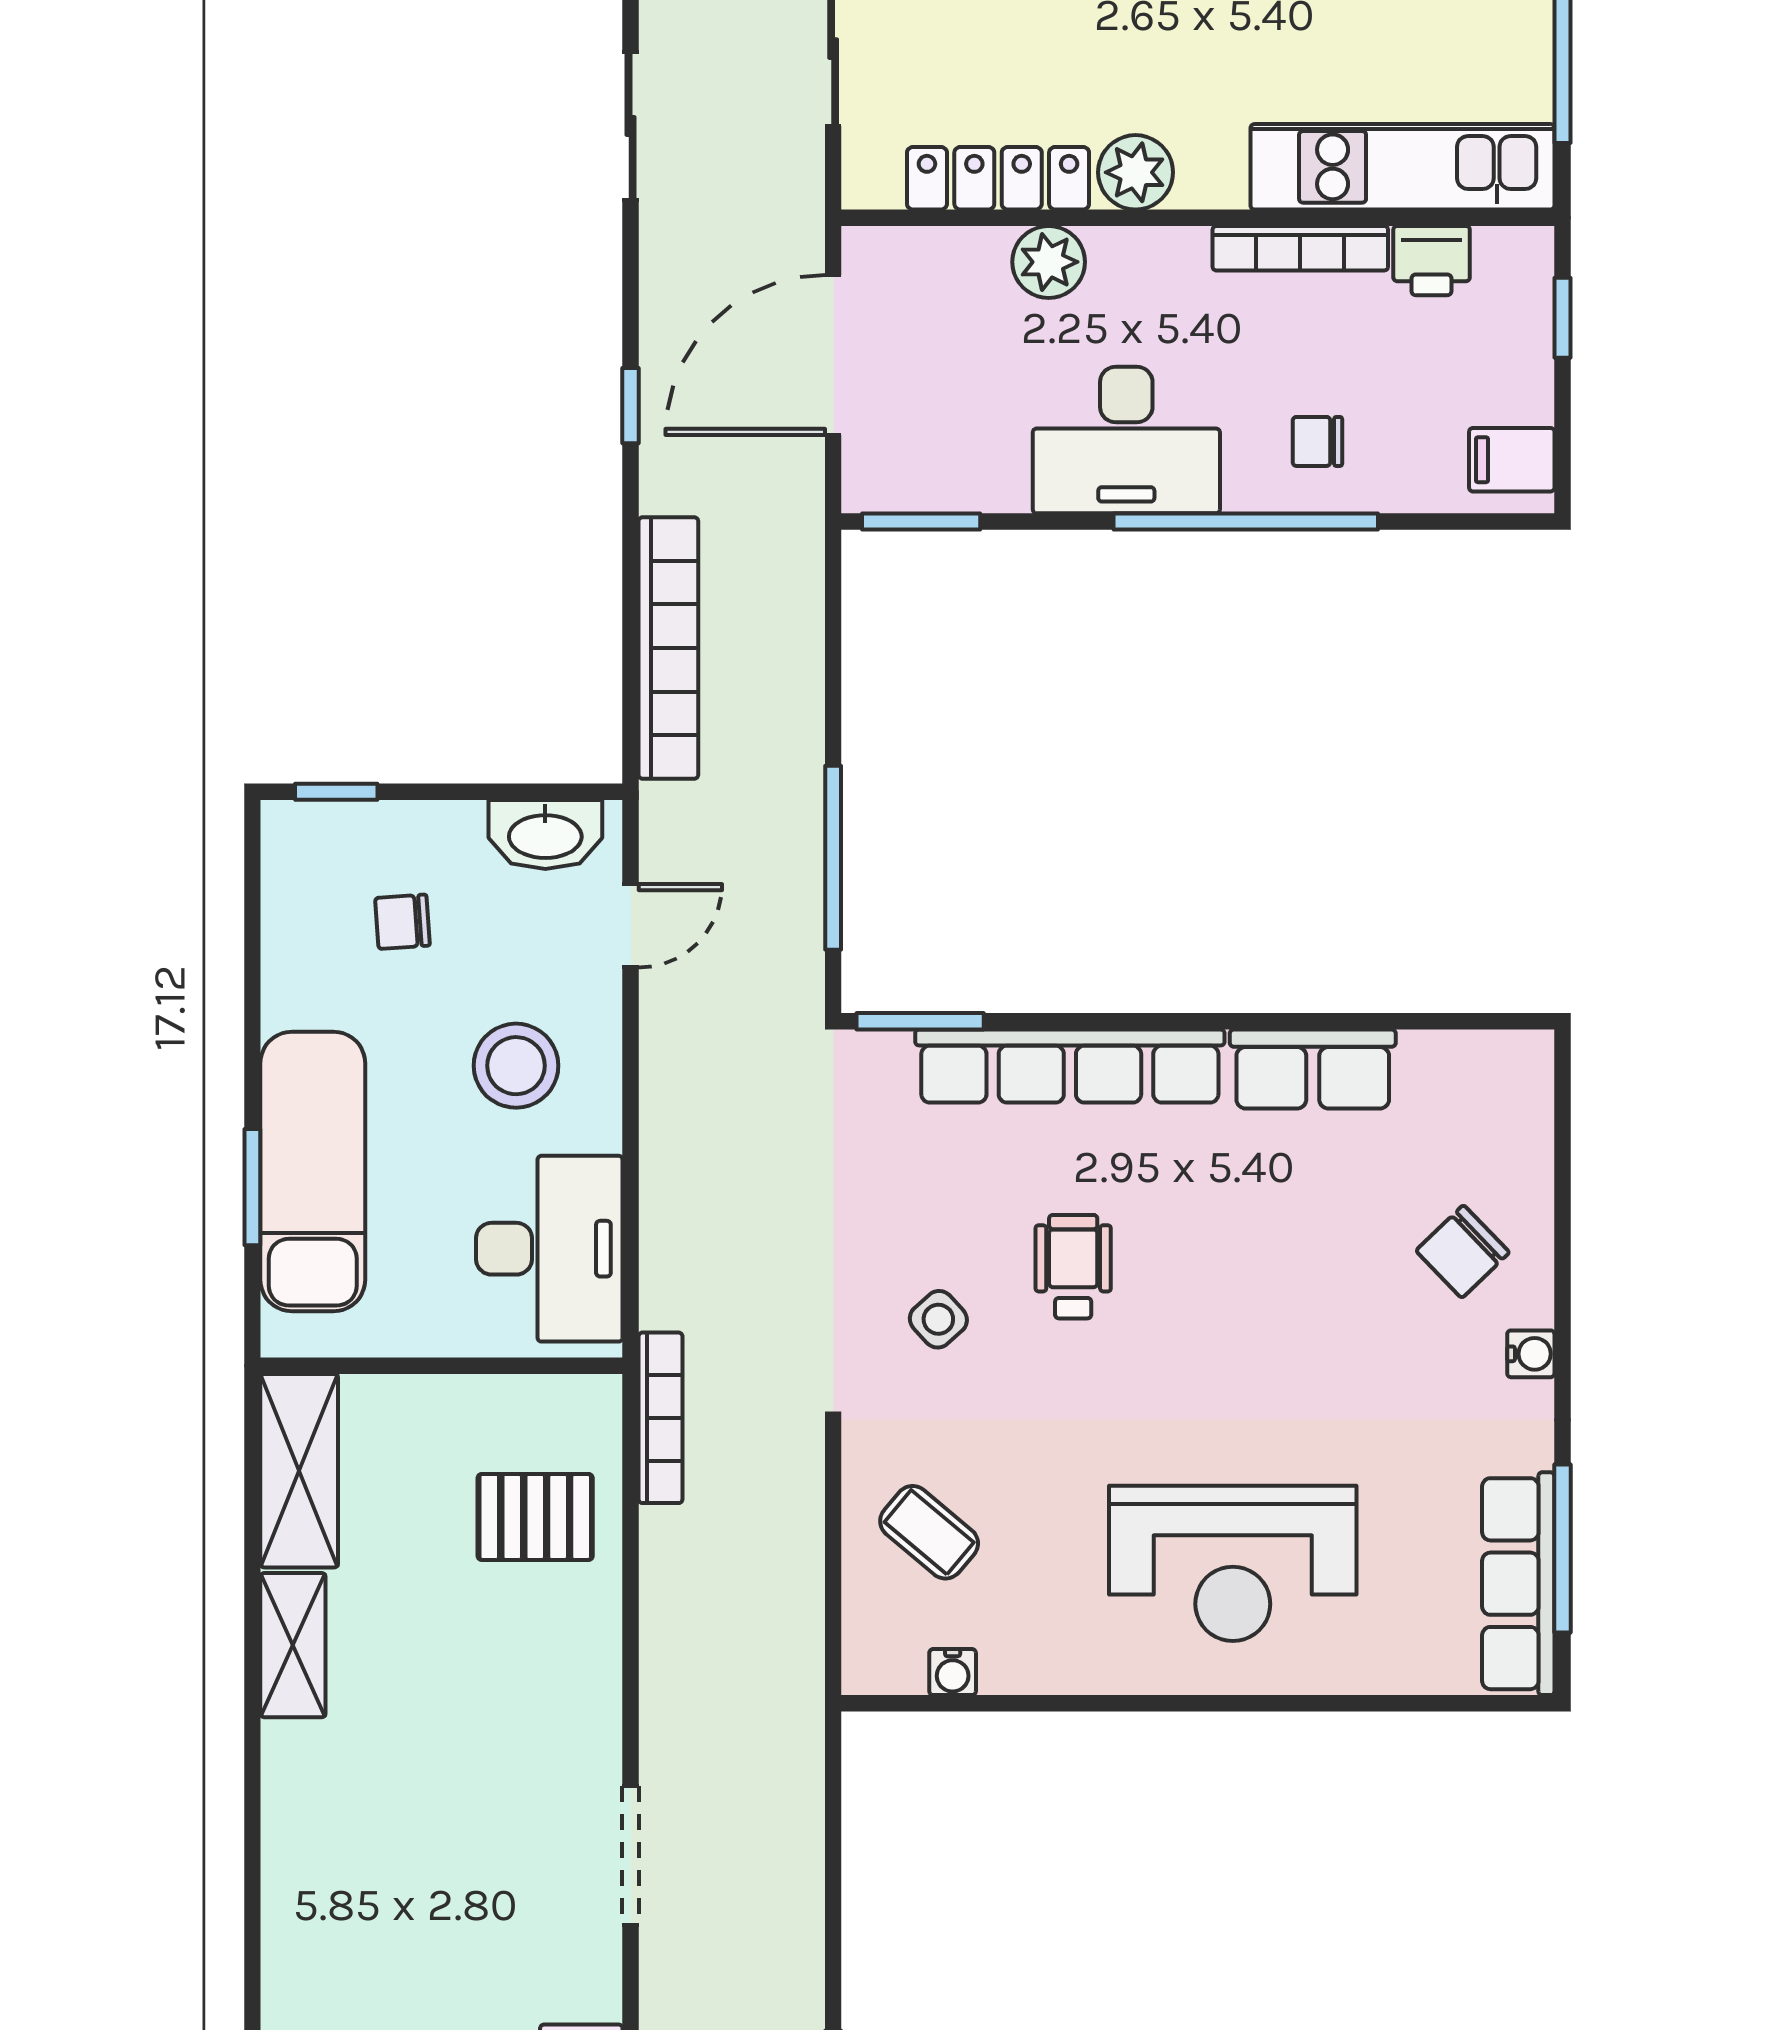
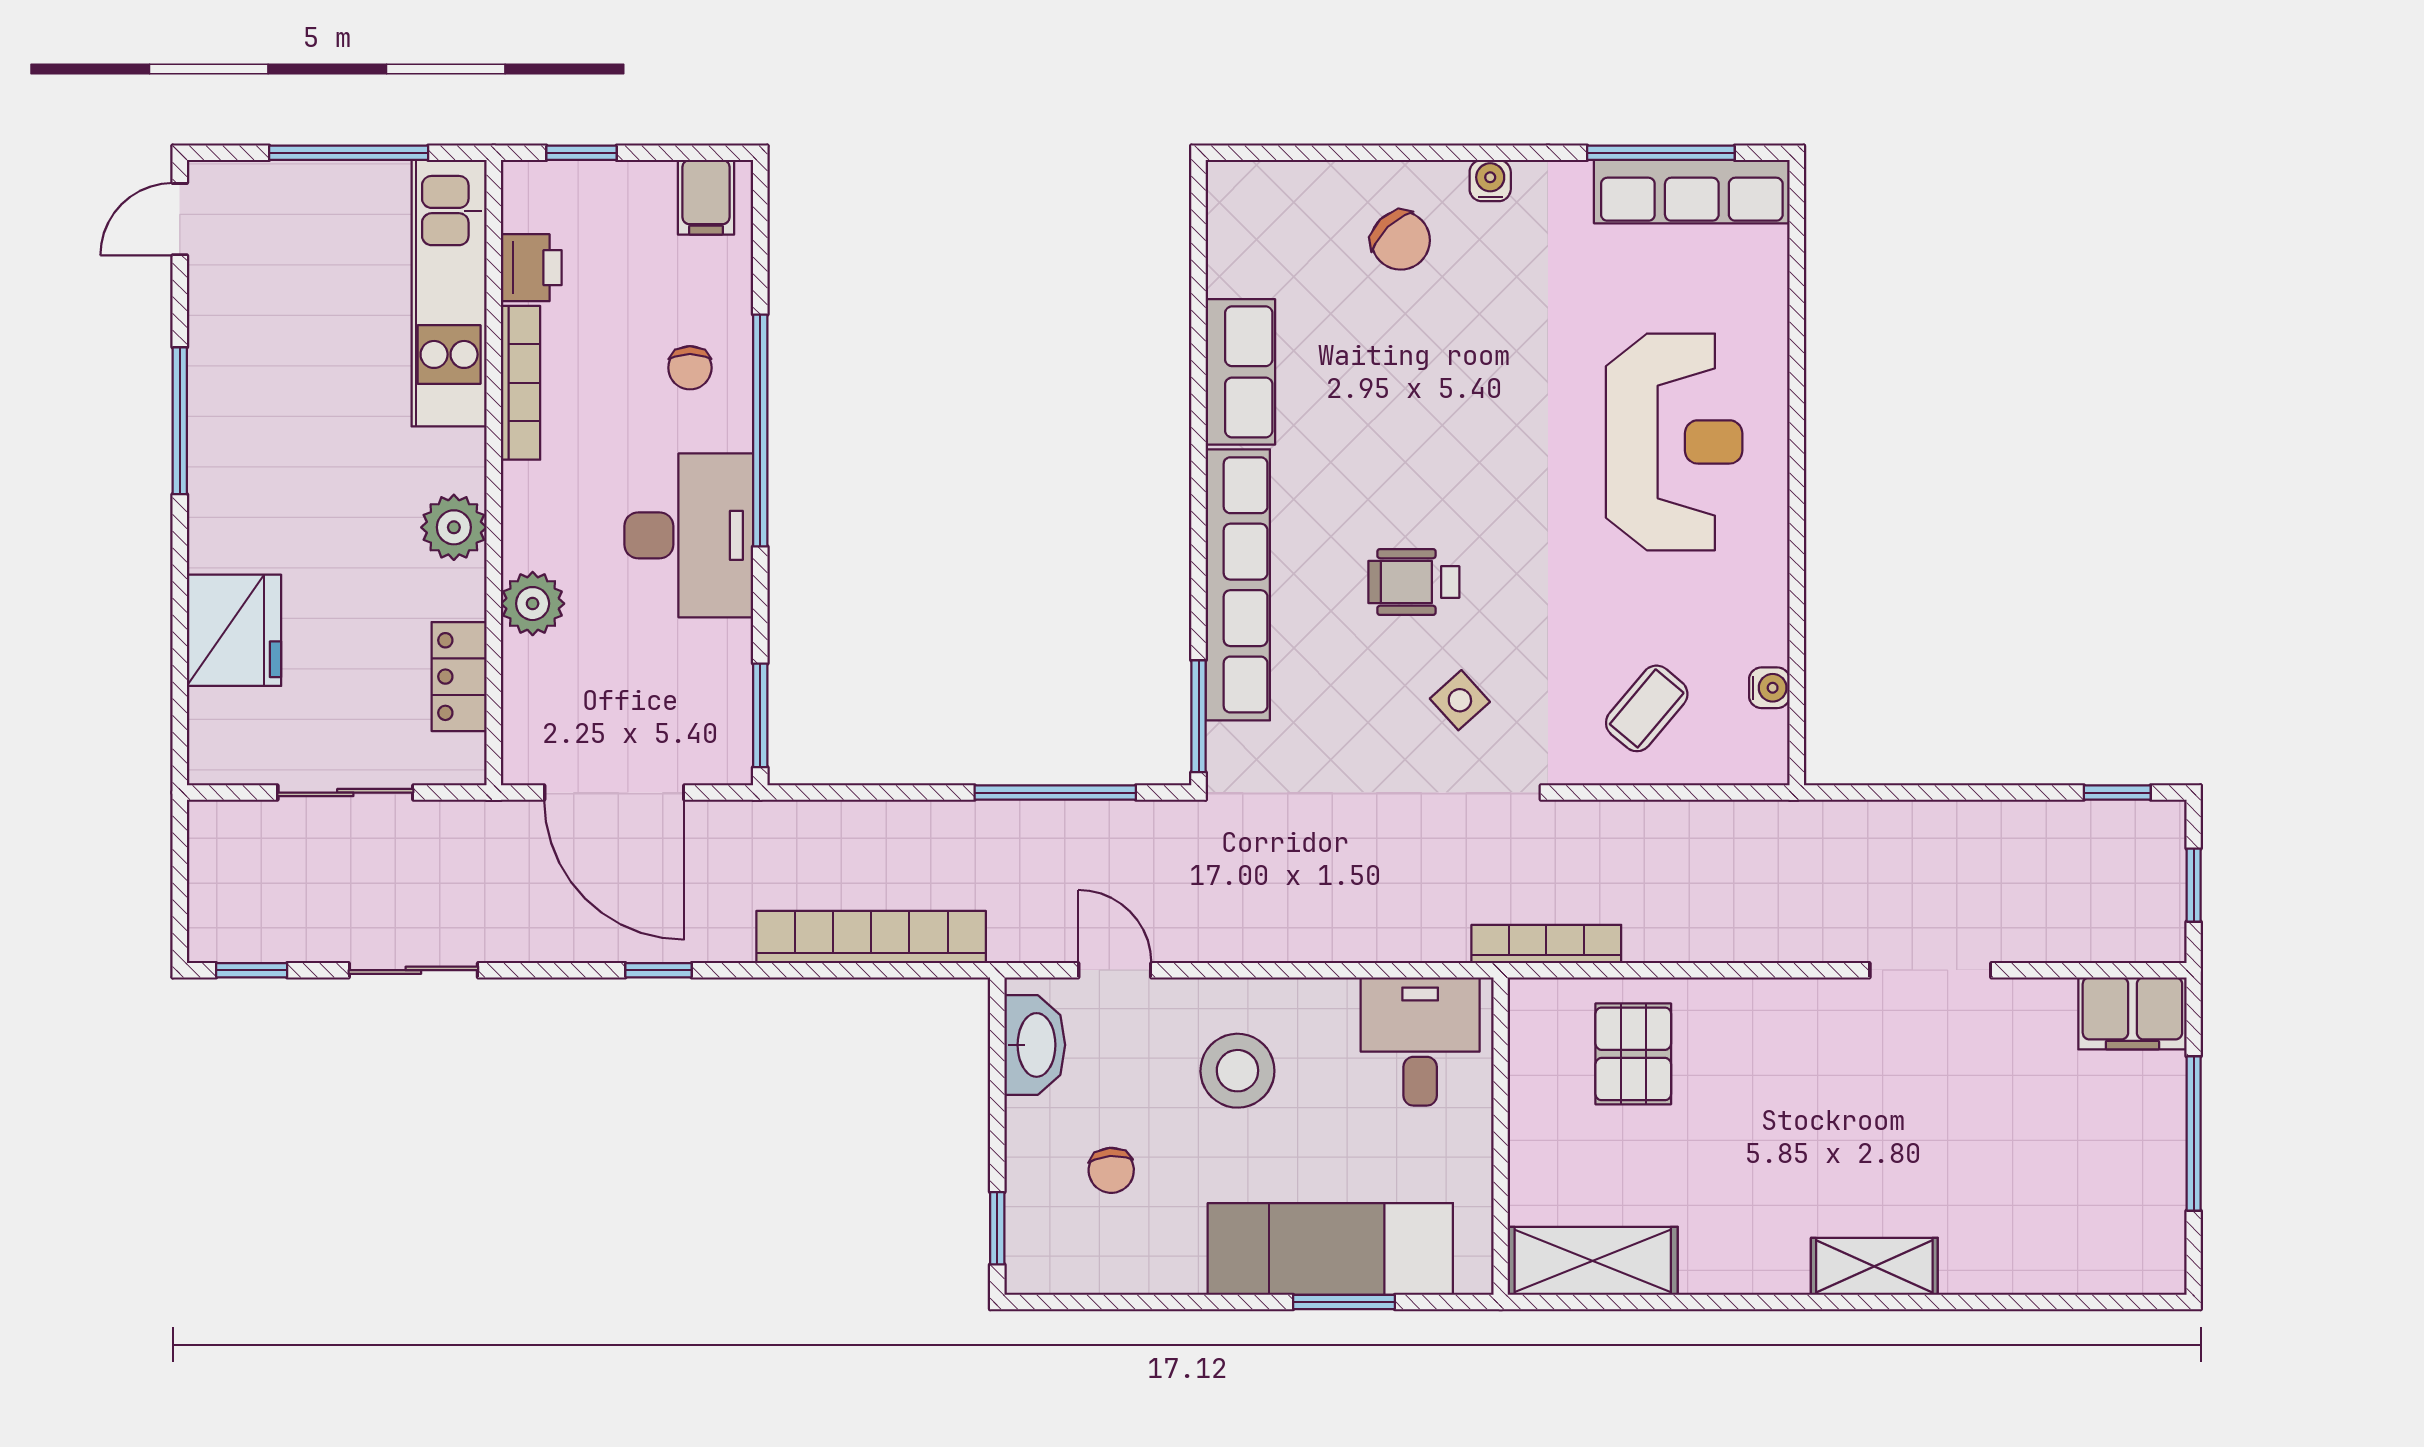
locker: (998, 178) -> (459, 677), width x0.66
desk: (549, 1249) -> (1420, 1041), width x0.73
shelving: (293, 1645) -> (1874, 1266), moved

